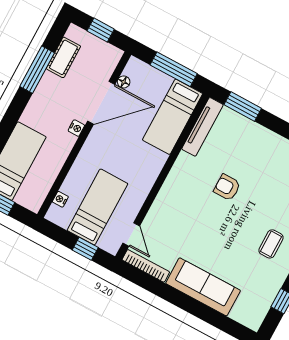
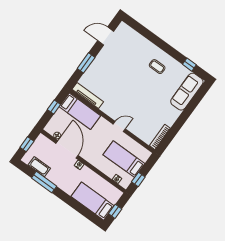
window: (174, 69) -> (54, 107), width x0.46
window: (243, 107) -> (86, 63), moved
armchair: (227, 187) -> (123, 86), removed
door: (131, 234) -> (119, 126), moved
window: (85, 249) -> (138, 179), moved
sofa: (203, 287) -> (187, 92), moved

